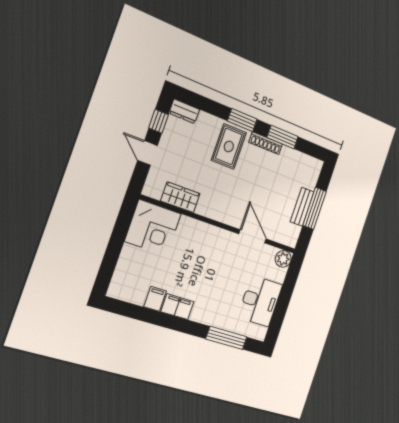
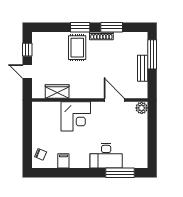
dresser: (184, 111) -> (41, 37), removed
window: (315, 208) -> (152, 54), moved
corner desk: (153, 228) -> (76, 116), moved
chair: (125, 279) -> (41, 154), added
desk: (260, 301) -> (106, 156), moved, turned 90
filing cabinet: (177, 307) -> (80, 162), removed

